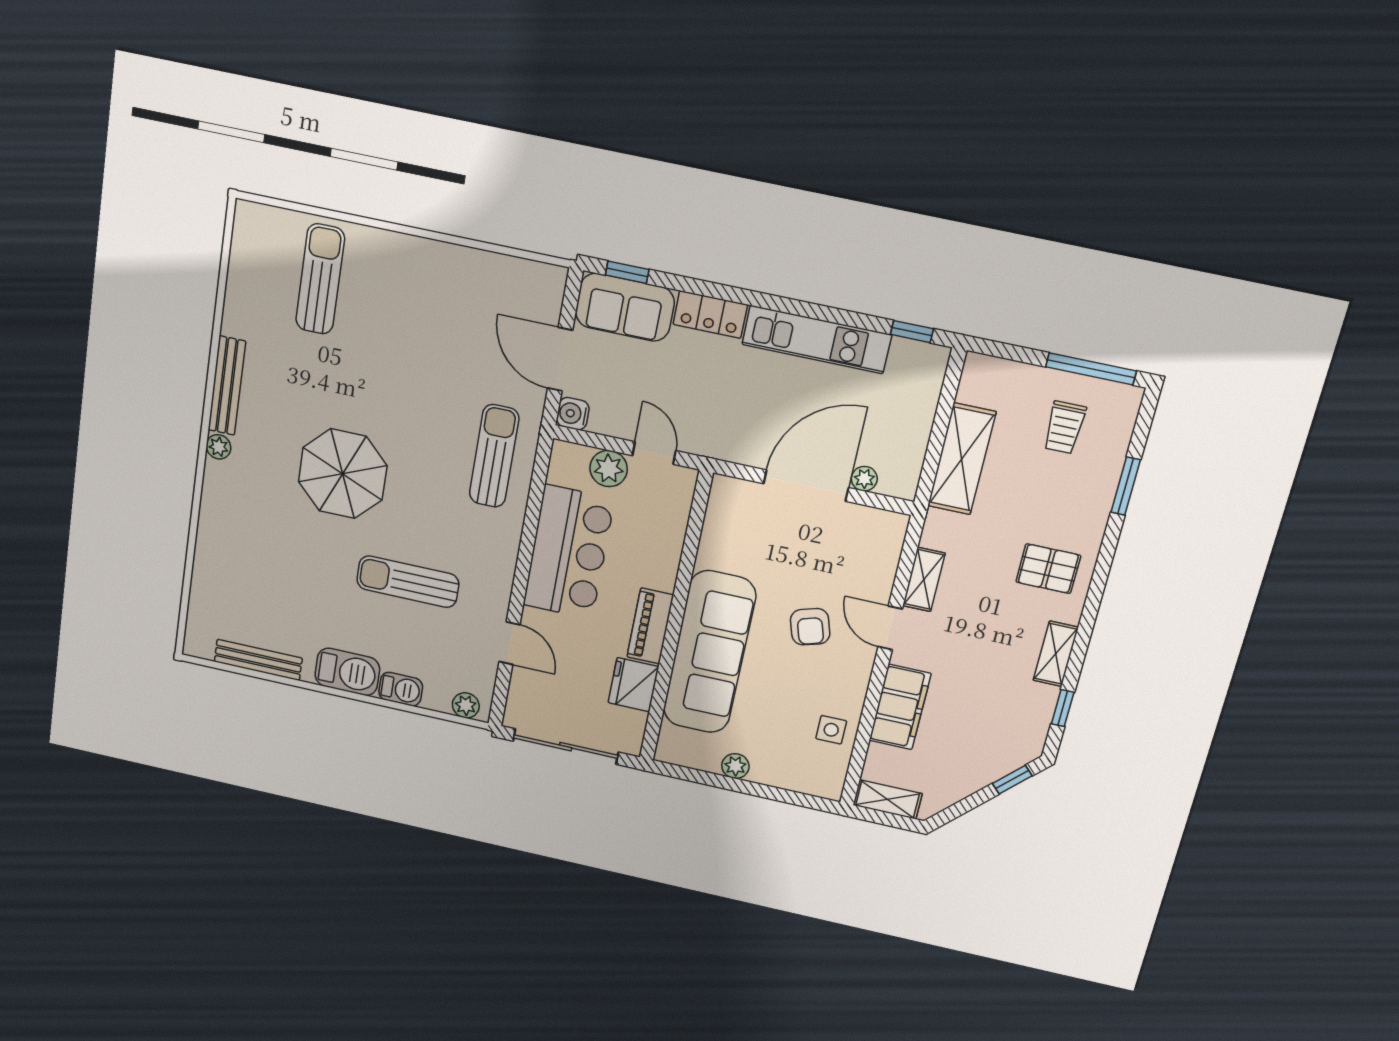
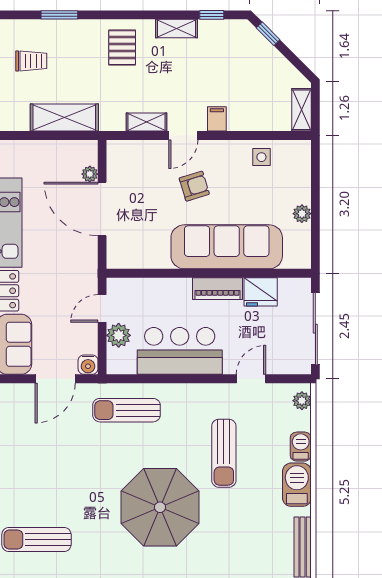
parasol: (343, 474) -> (160, 507), width x1.36, depth x1.36
filing cabinet: (900, 707) -> (217, 119), width x0.33, depth x0.86

